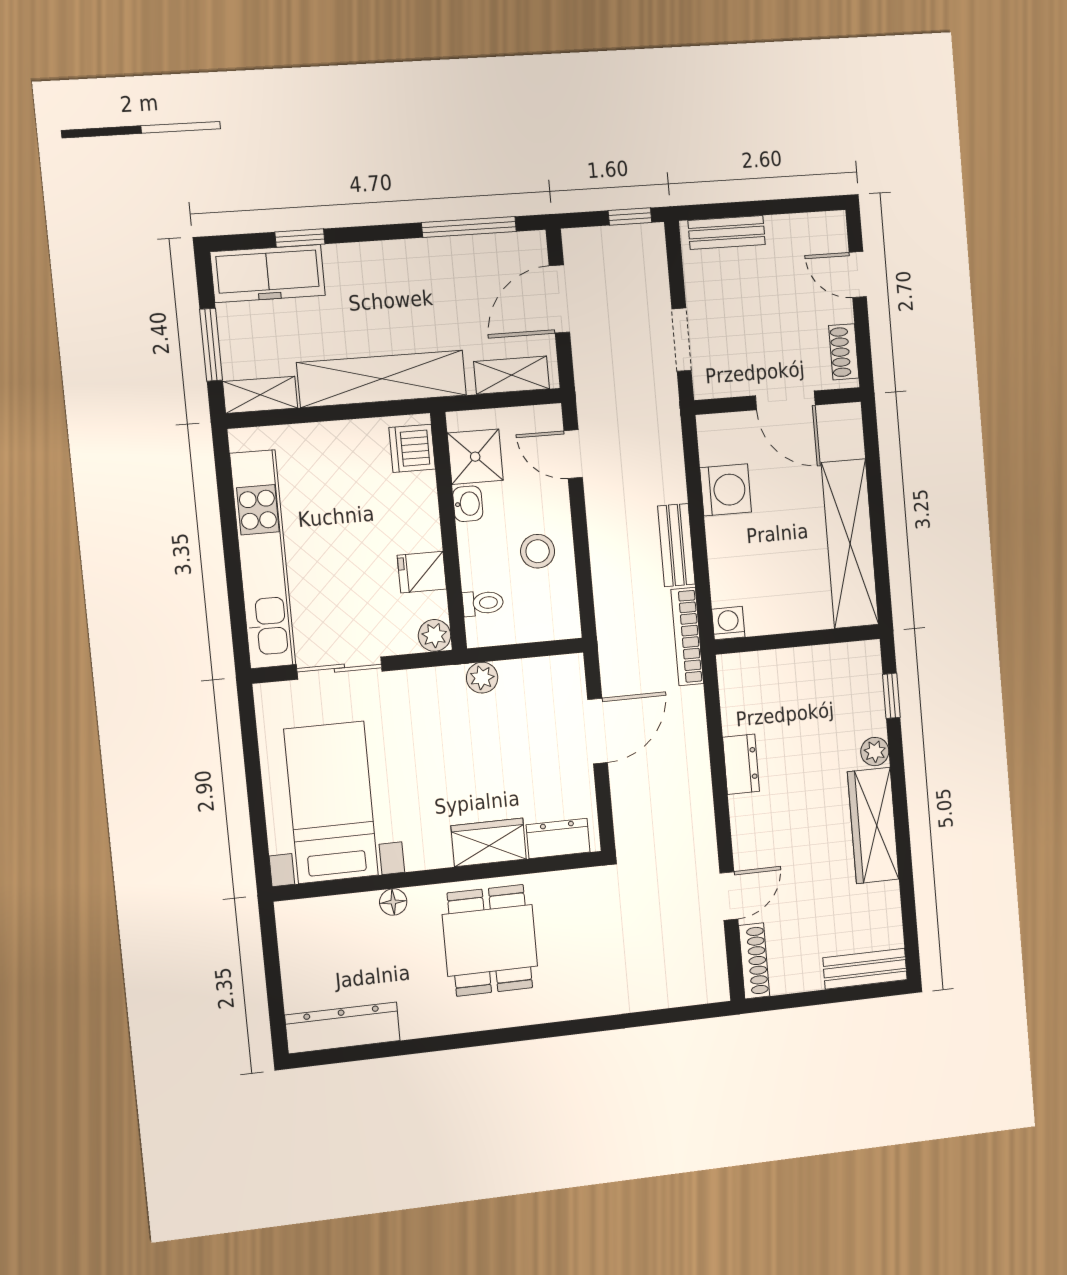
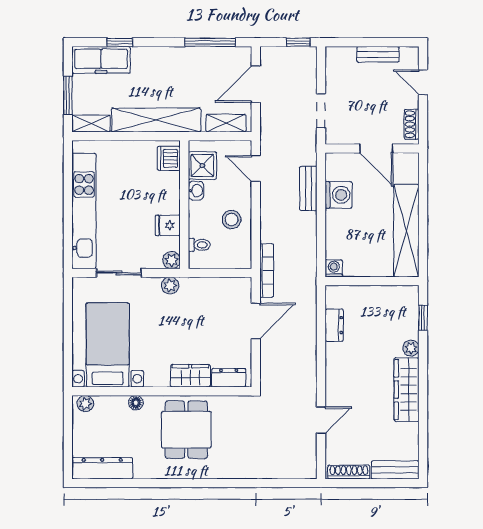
bench: (727, 233) -> (378, 54), moved
bench: (676, 545) -> (308, 188), moved
bookcase: (687, 637) -> (267, 271), moved, turned 180
plant: (482, 678) -> (170, 286), moved
dresser: (741, 764) -> (334, 325), moved
plant: (300, 914) -> (85, 404), added
shoe rack: (754, 961) -> (349, 472), moved, turned -90

